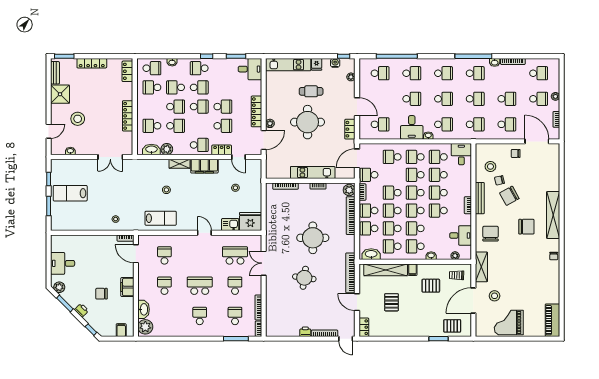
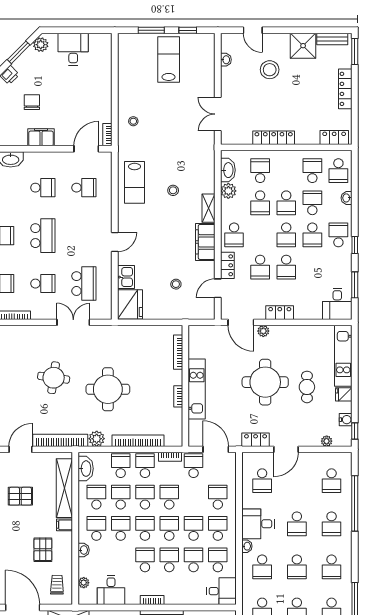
locker: (256, 111) -> (280, 313), width x0.66
plant: (349, 190) -> (97, 439), moved

